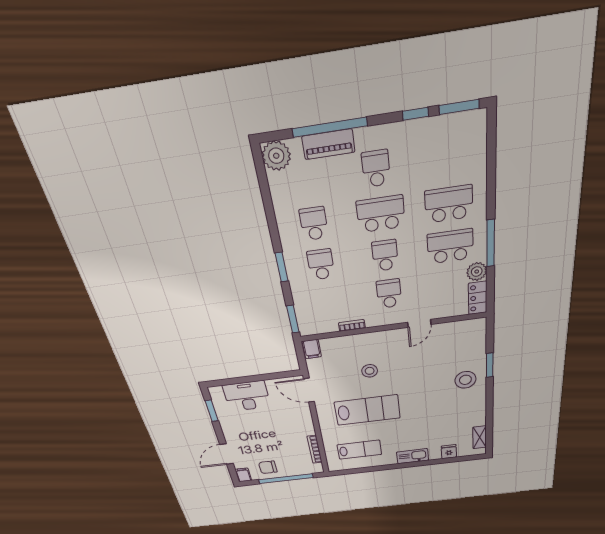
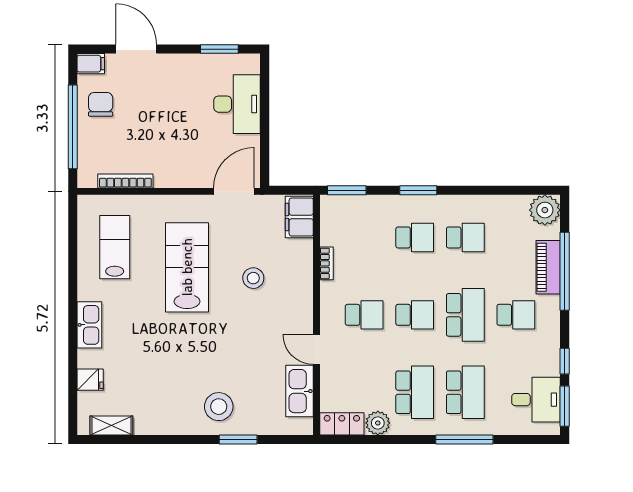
desk: (454, 137) -> (536, 400), added
window: (491, 243) -> (464, 439), moved
kitchen sink: (452, 331) -> (300, 391), added
filing cabinet: (312, 349) -> (299, 217), width x2.00
lab bench: (367, 410) -> (187, 267), turned 180
lab bench: (359, 450) -> (115, 247), turned 180

